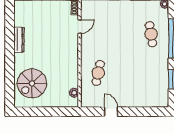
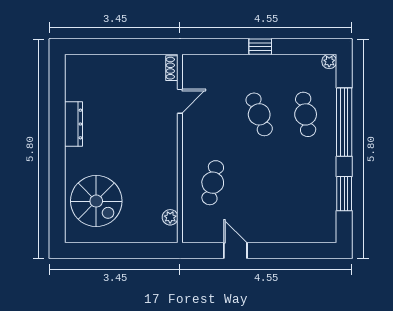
cafe table: (125, 34) -> (259, 114), added
spiral stairs: (32, 83) -> (96, 201), turned -90

